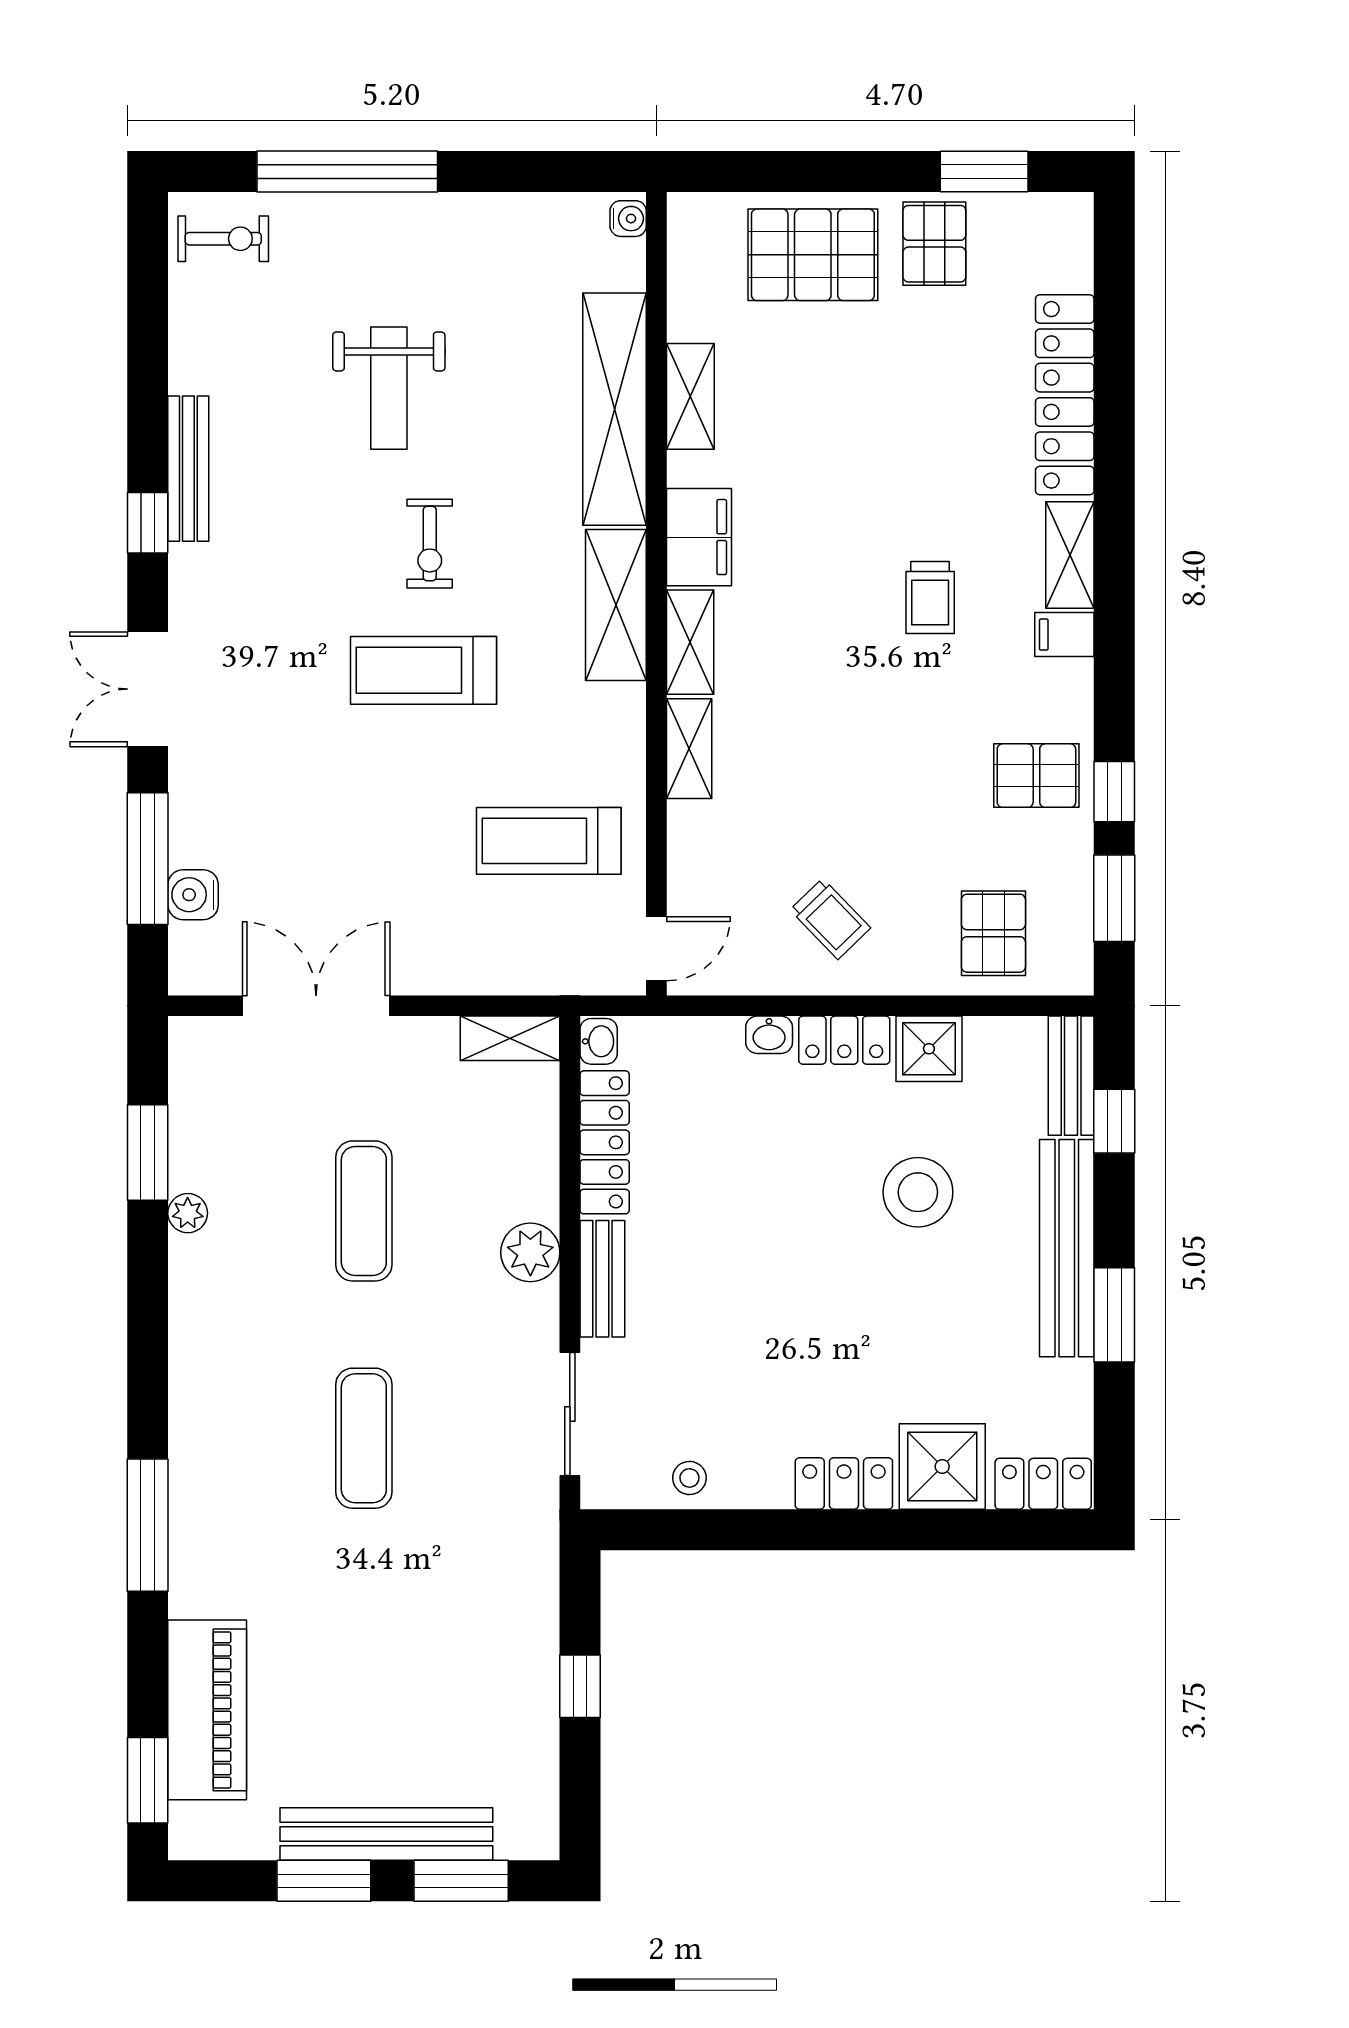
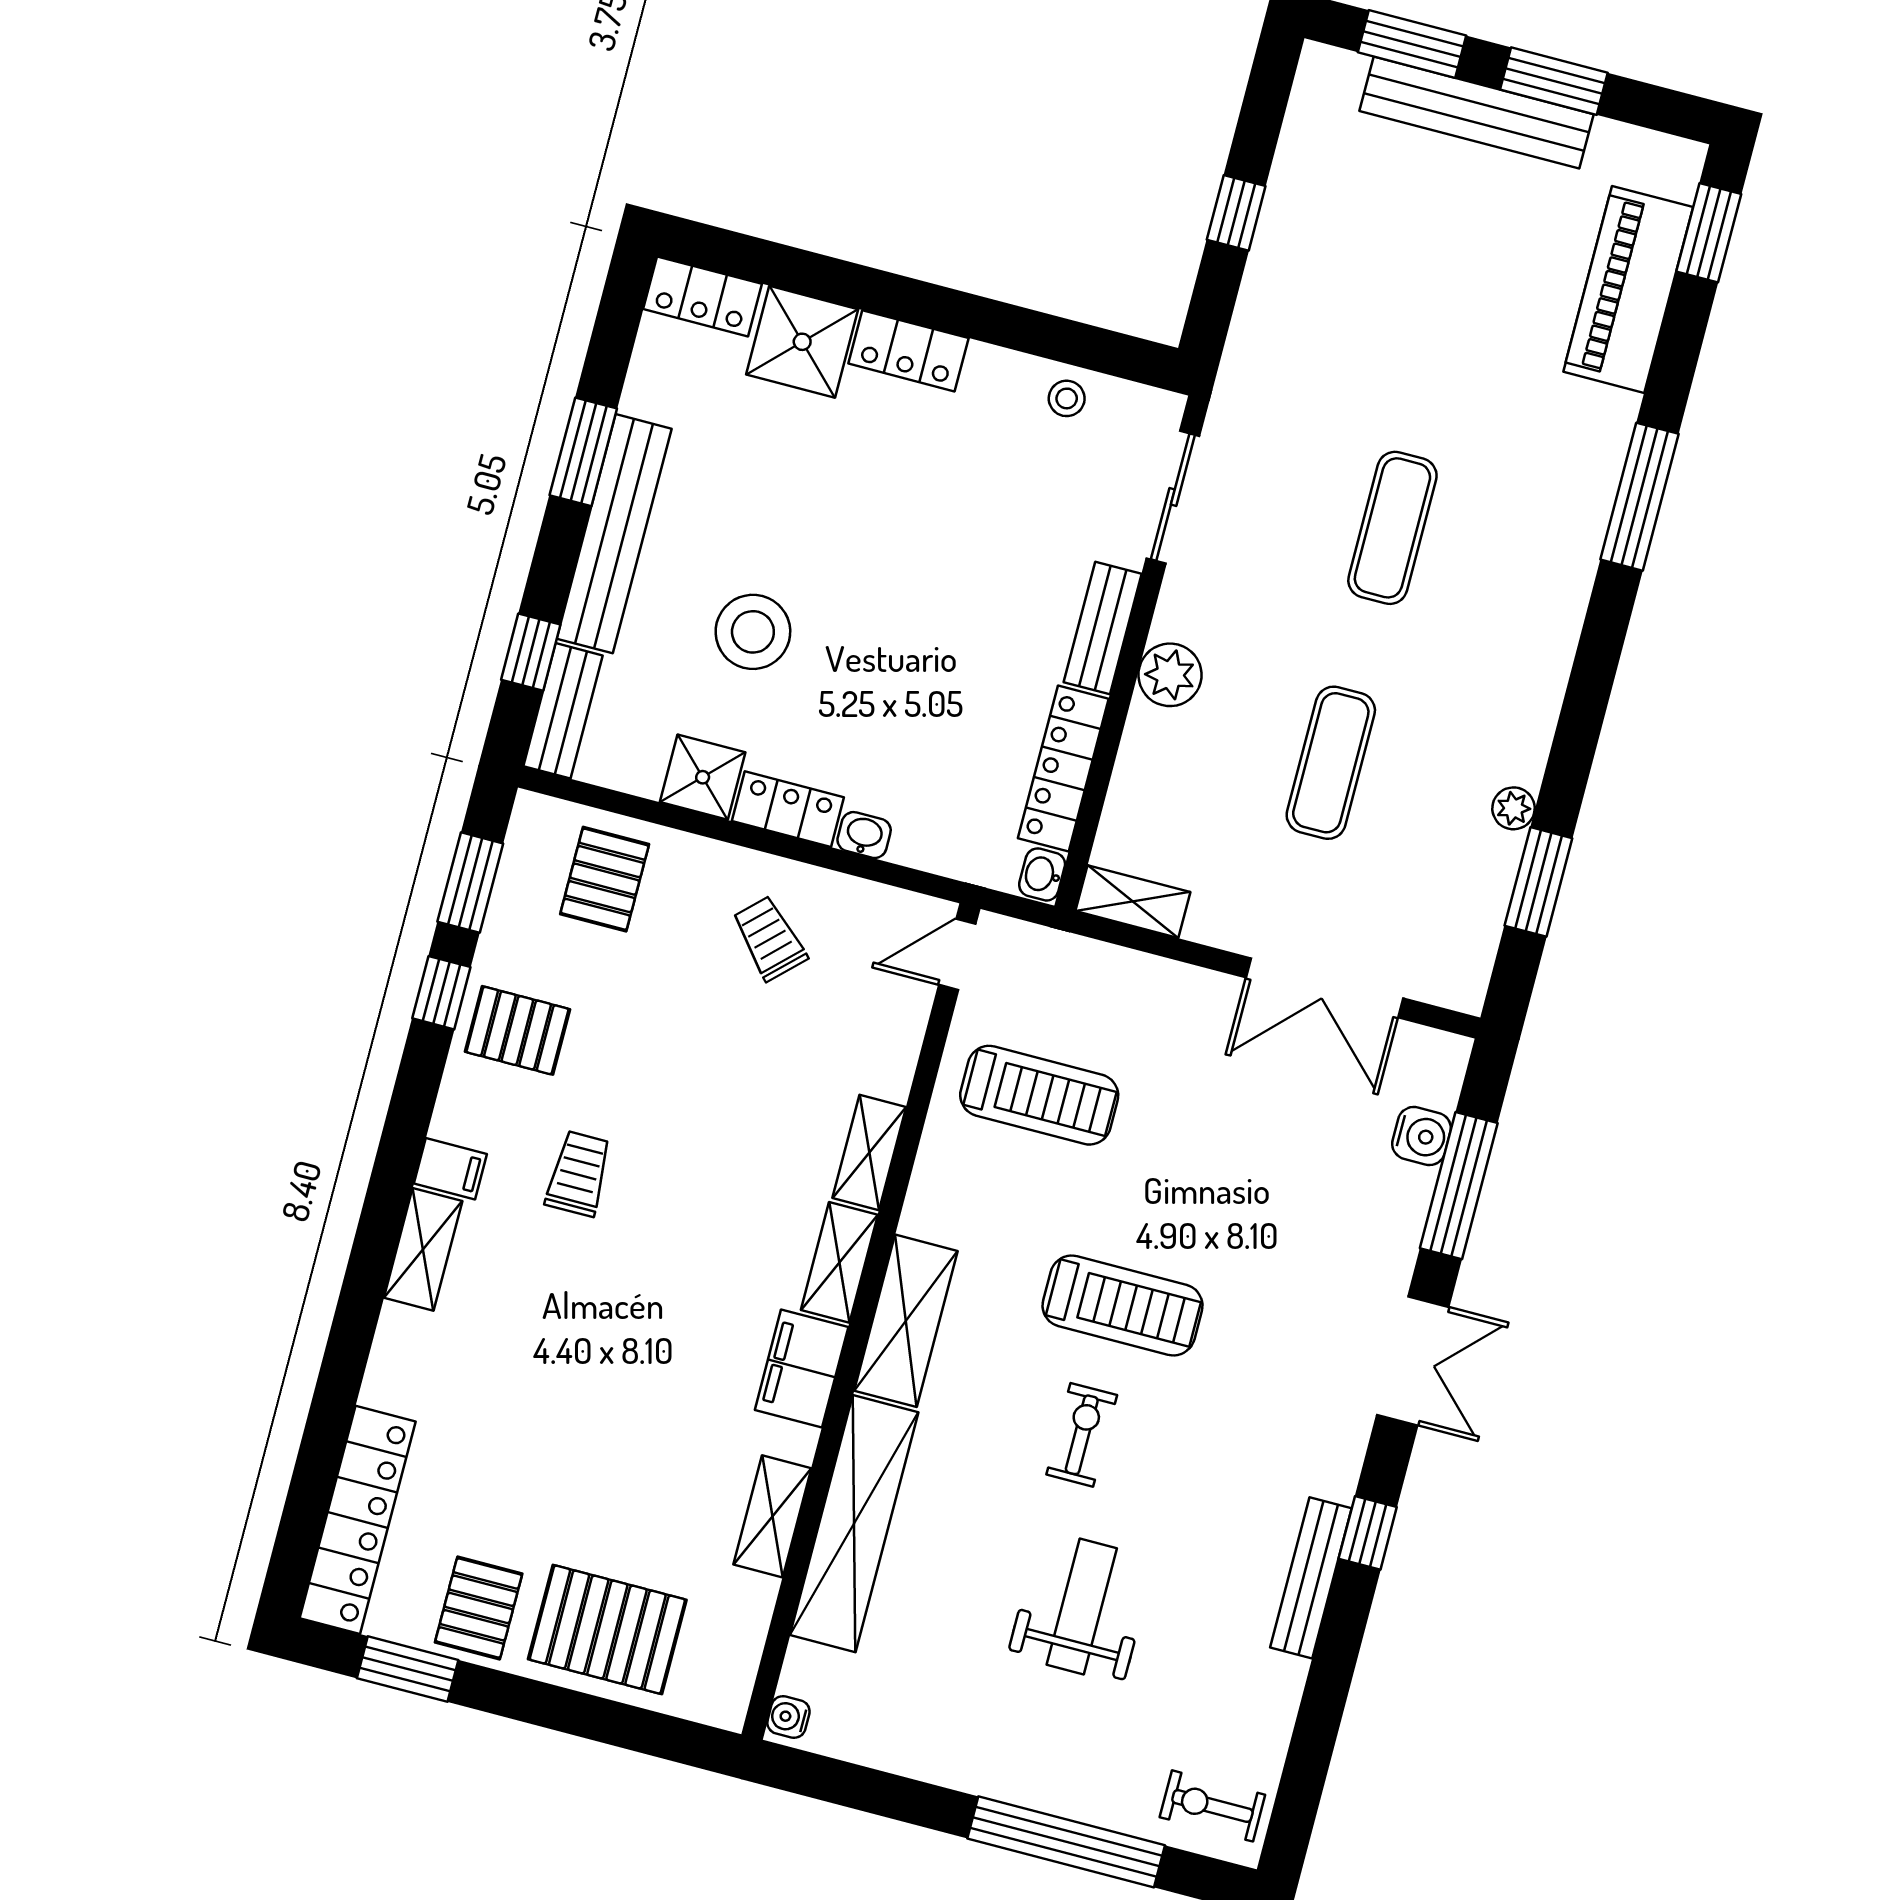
locker: (1065, 395) -> (358, 1520), moved
trolley: (930, 597) -> (579, 1174), moved

